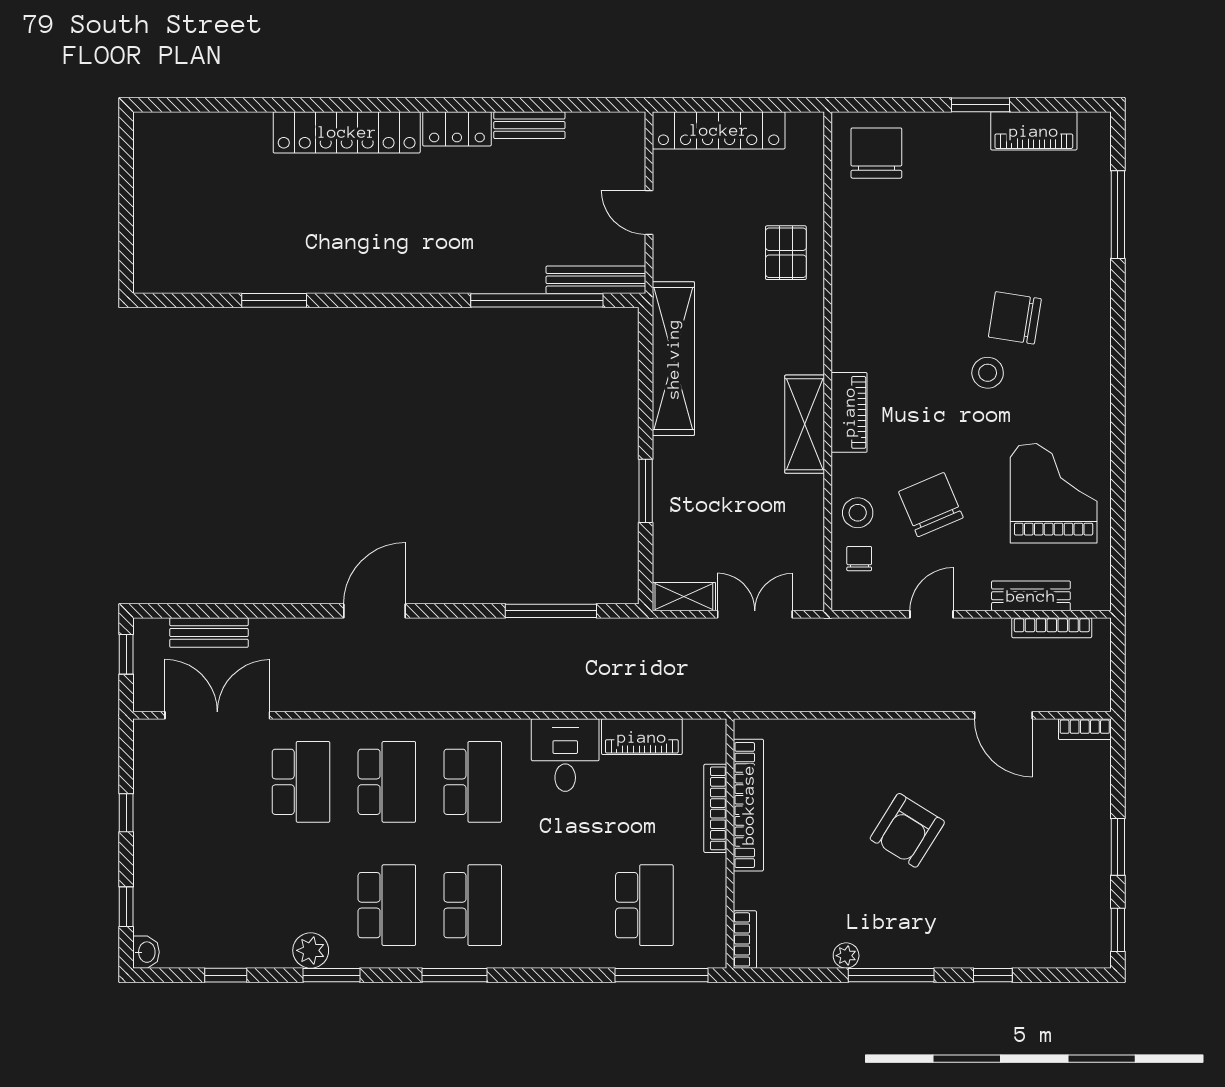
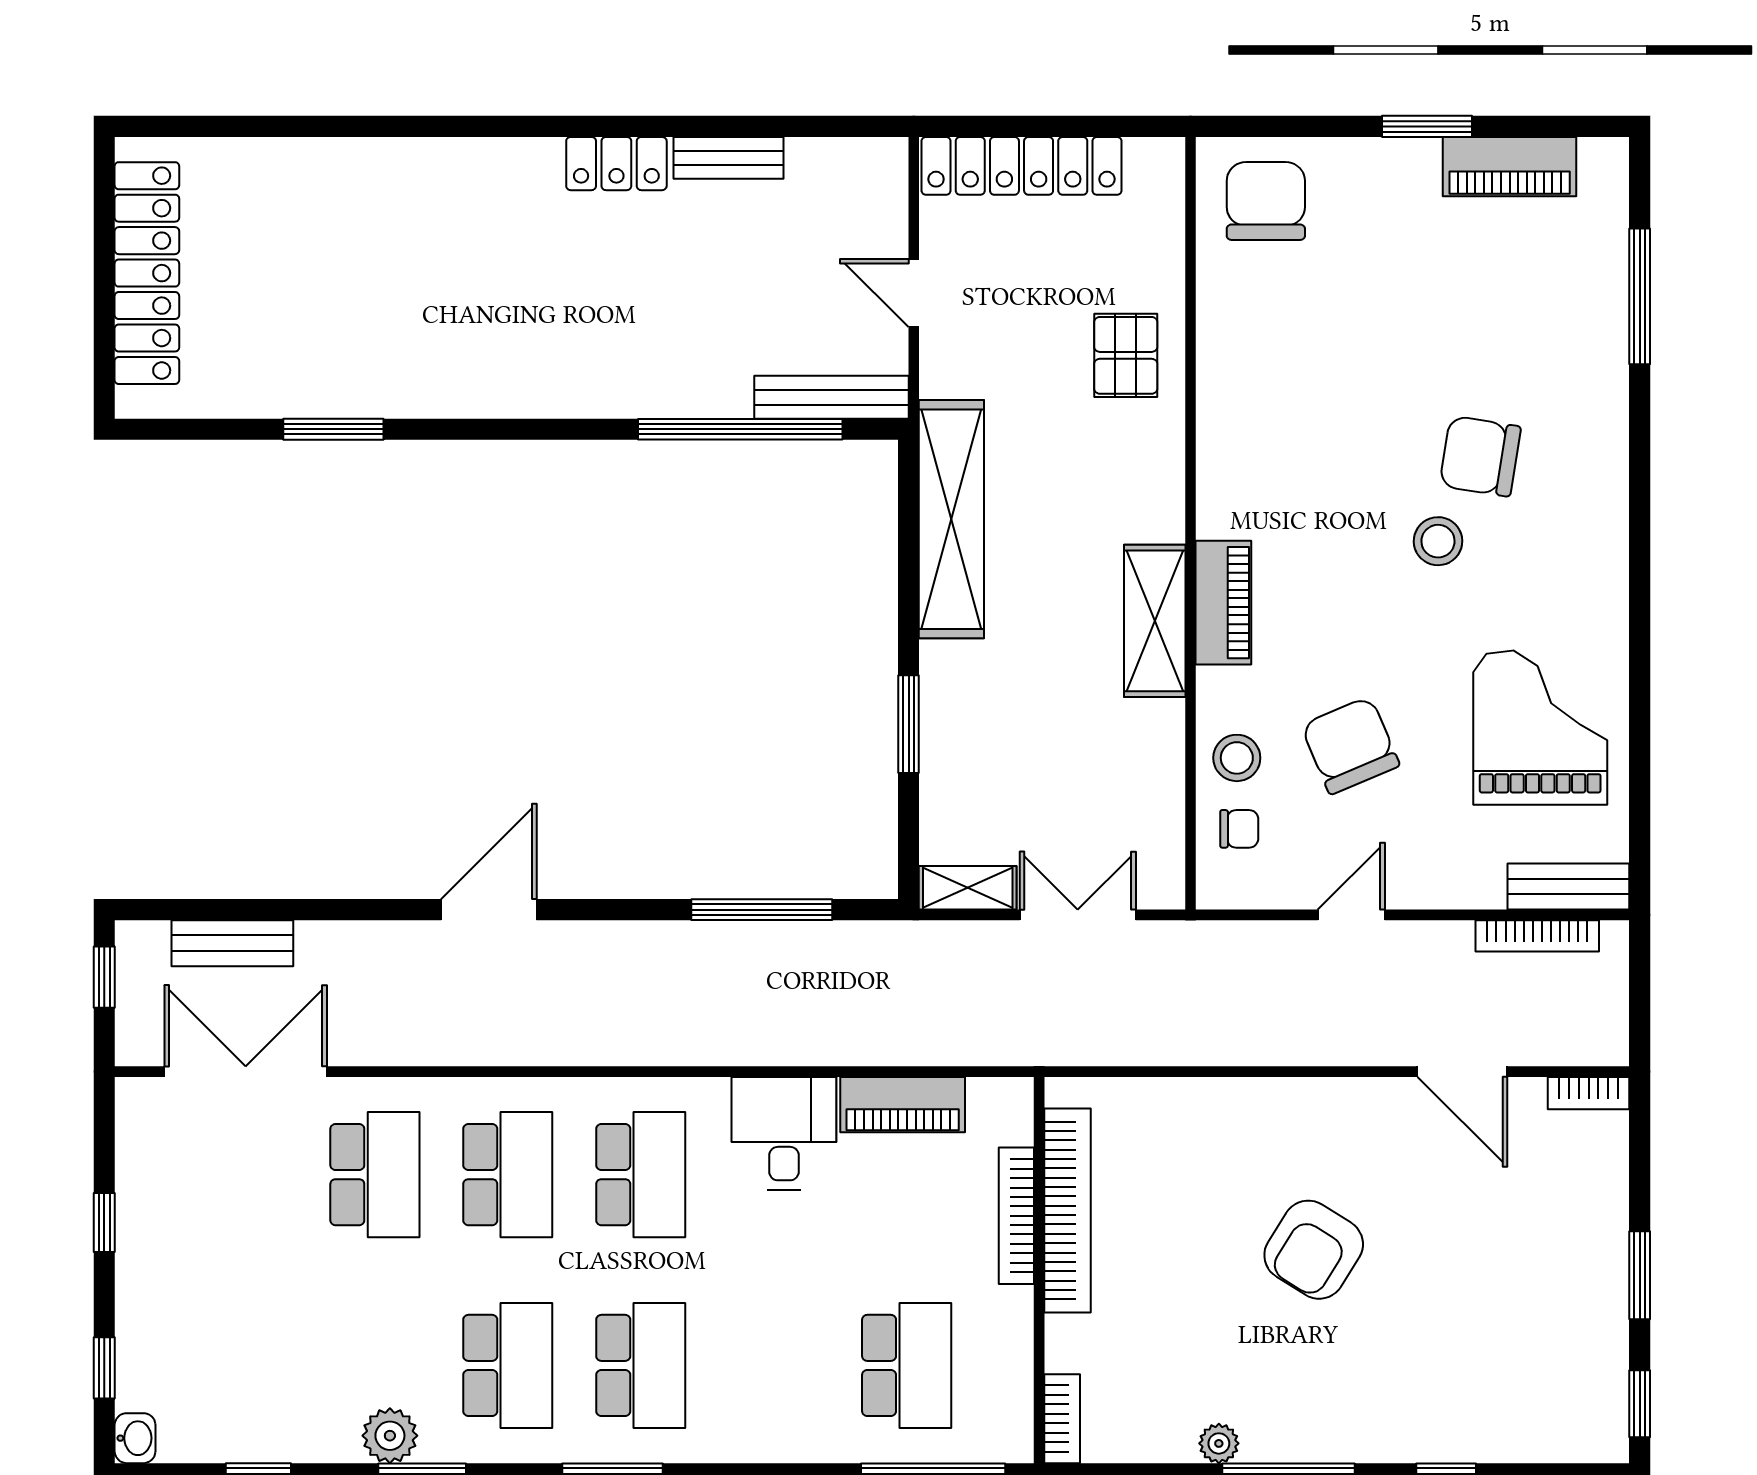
locker: (347, 132) -> (147, 273), moved, turned -90
chair: (859, 559) -> (1239, 829), turned 90
bench: (1031, 596) -> (1568, 886), moved

